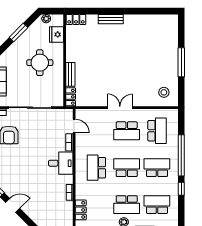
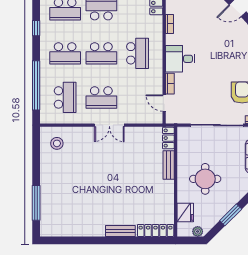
locker: (76, 19) -> (156, 230), width x1.53
window: (181, 62) -> (36, 203), moved
school desk: (127, 131) -> (101, 97), turned 180
school desk: (157, 131) -> (65, 97), turned 180
window: (181, 155) -> (36, 85), moved

